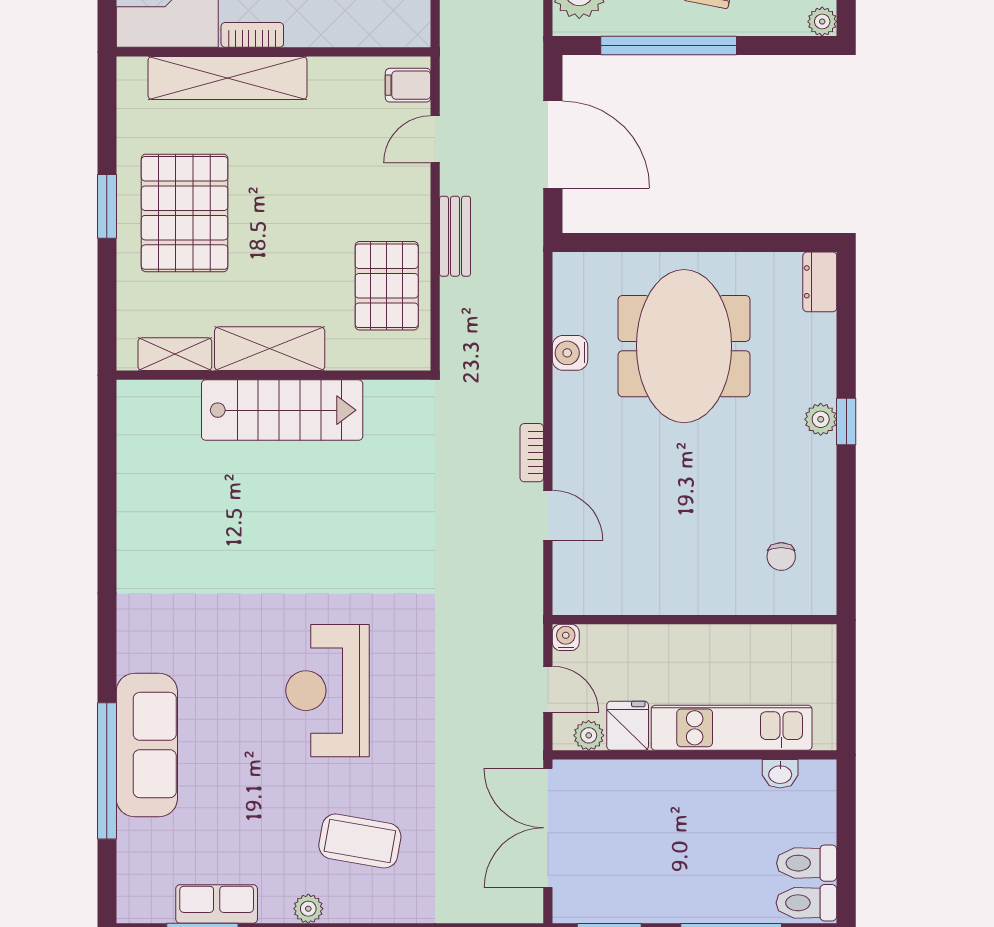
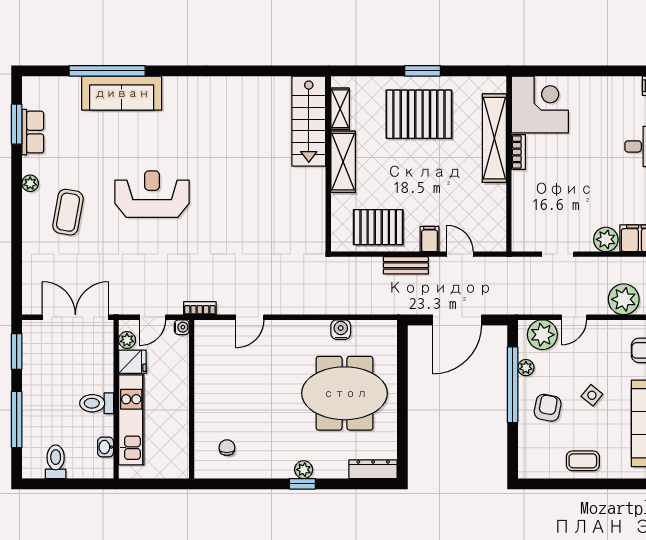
plant: (822, 22) -> (526, 368), moved
filing cabinet: (408, 85) -> (429, 239), moved
dresser: (820, 282) -> (373, 469), width x1.44
stairs: (282, 410) -> (309, 121), moved
bookcase: (532, 453) -> (200, 308), moved
chair: (781, 556) -> (227, 448), turned 90
toilet: (806, 903) -> (97, 403), moved, turned -90

